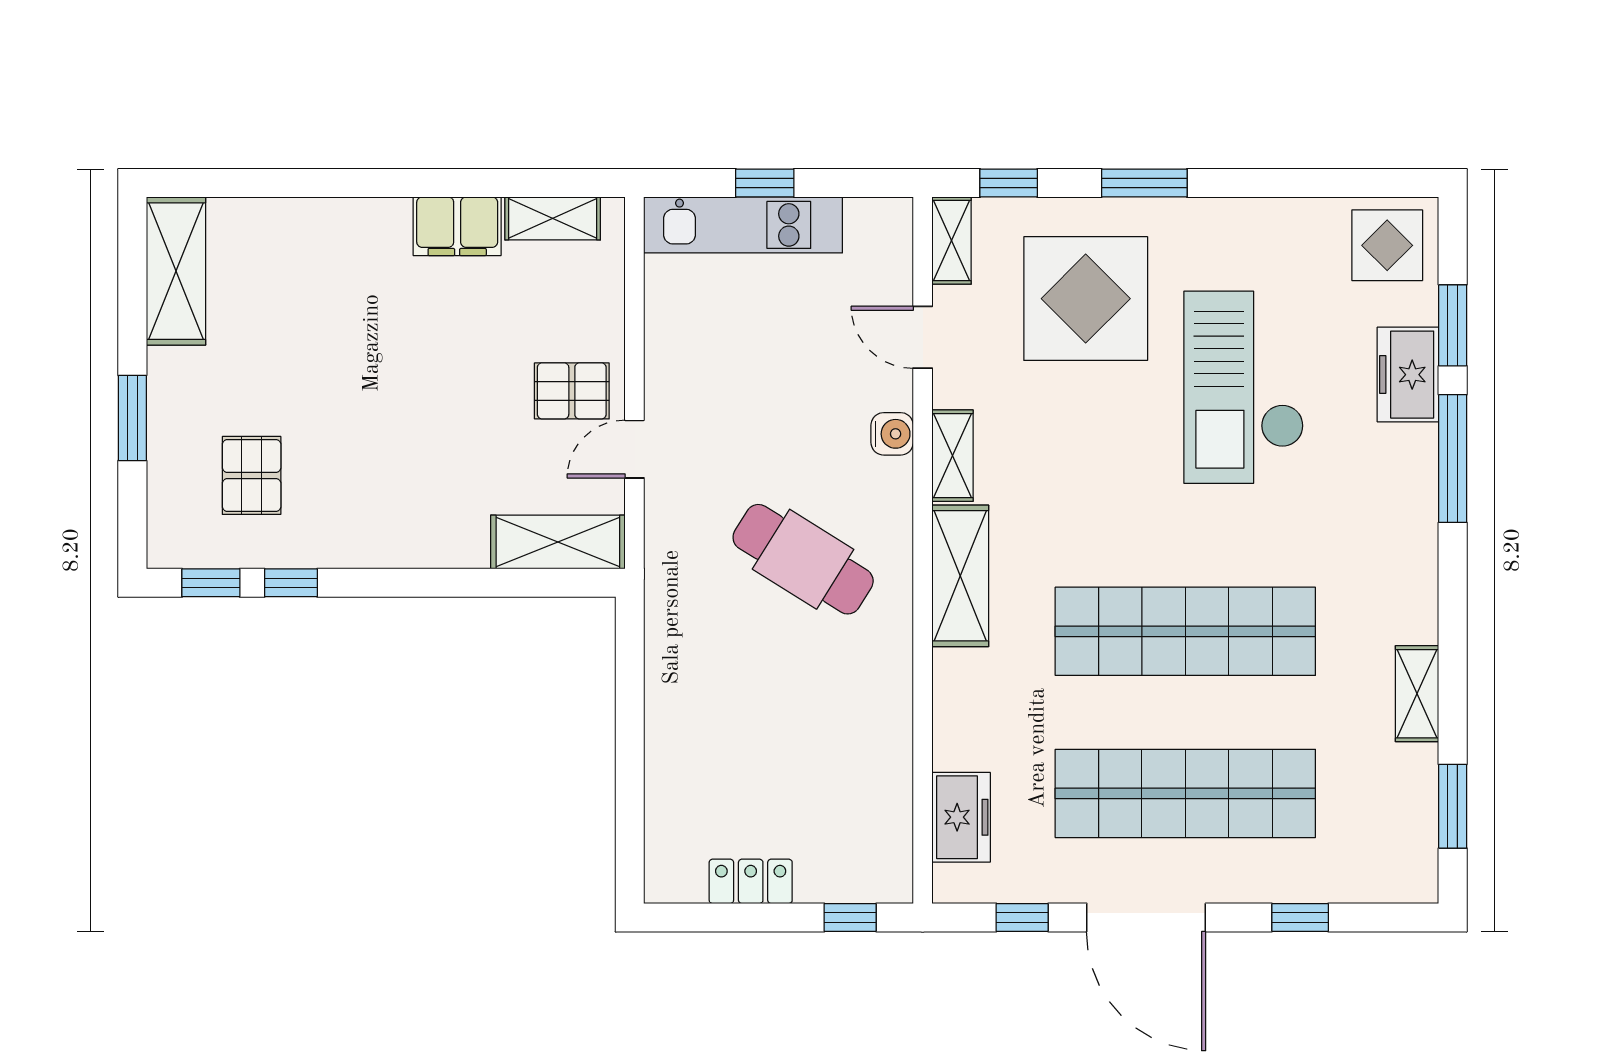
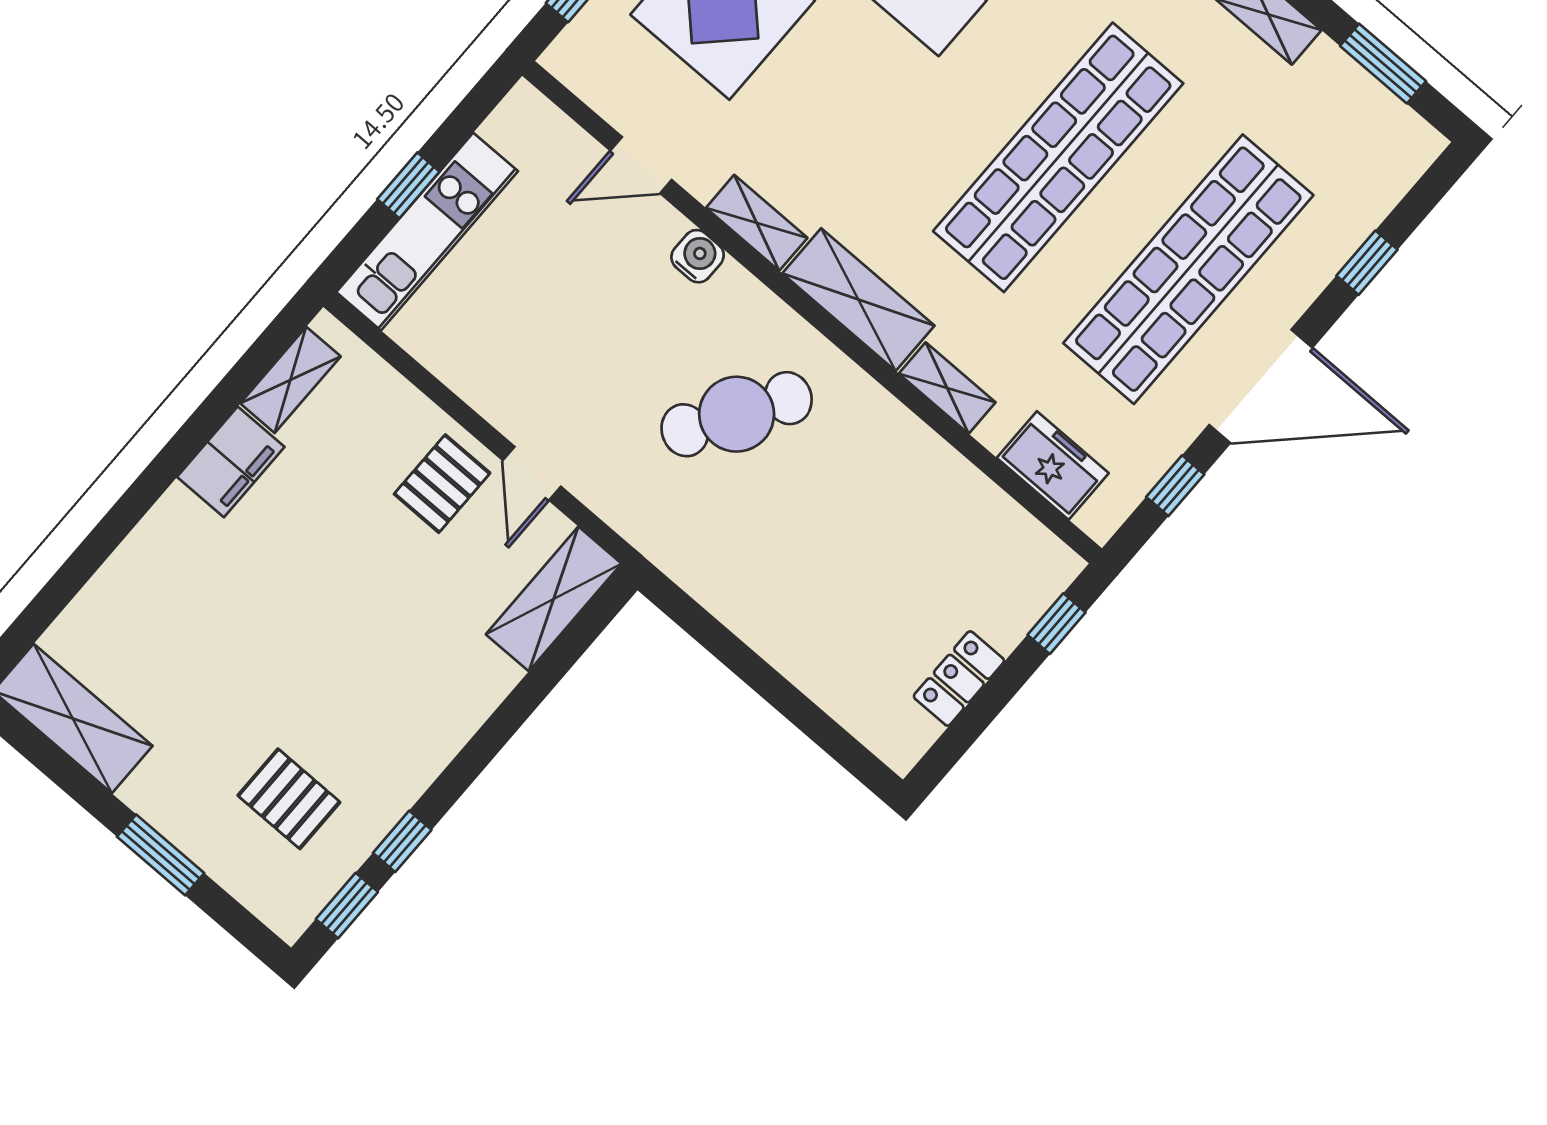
shelving: (952, 241) -> (947, 388), moved

